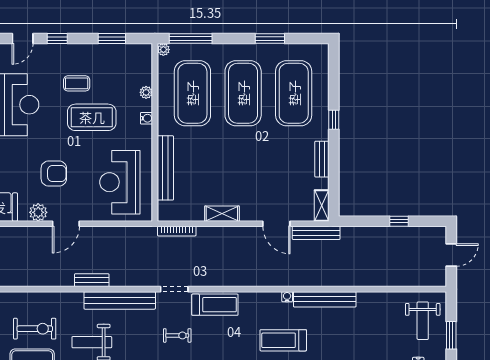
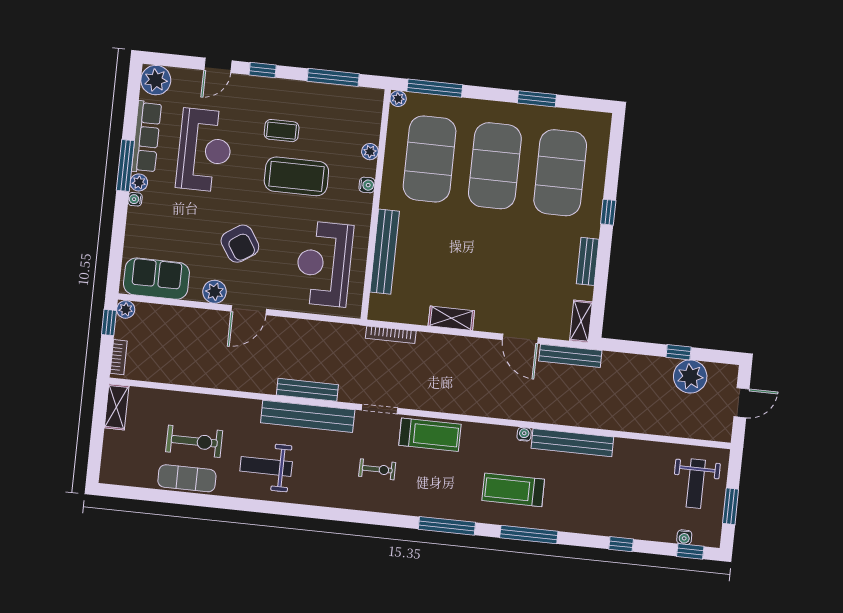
window: (112, 38) -> (333, 77), width x1.44
armchair: (54, 173) -> (240, 244), turned 57
plant: (410, 239) -> (690, 377), added
bench: (92, 280) -> (307, 390), moved, width x1.36

